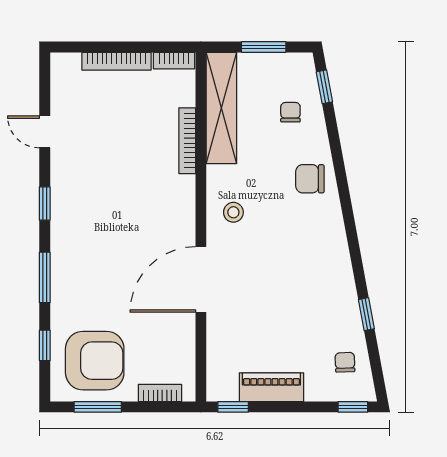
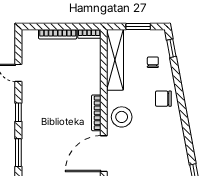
bookcase: (187, 141) -> (96, 113), moved
stool: (233, 212) -> (122, 117), width x1.89, depth x1.89

